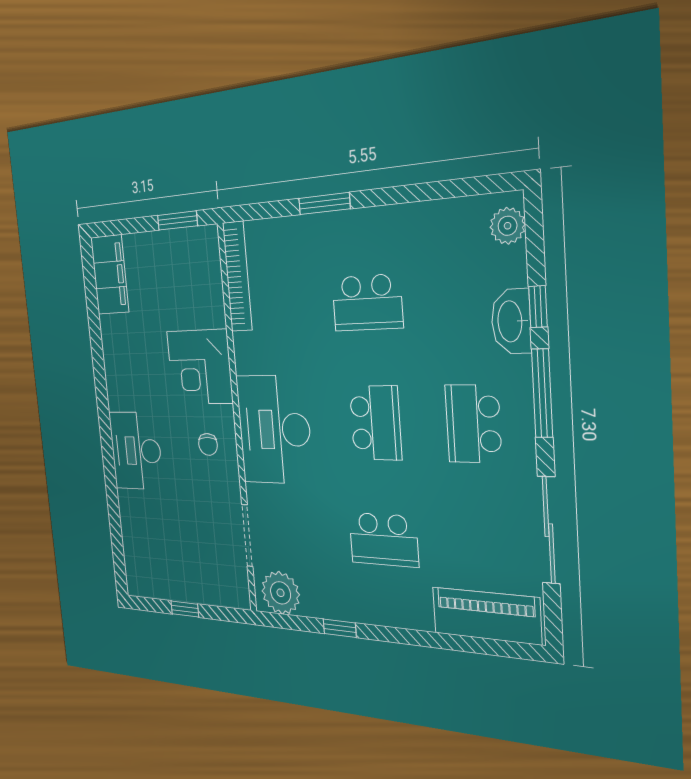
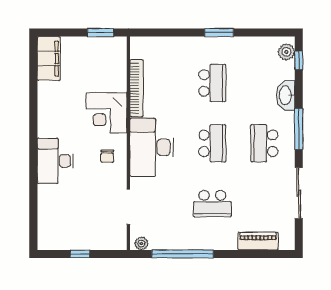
window: (324, 204) -> (219, 33), moved
bookcase: (237, 277) -> (136, 88), moved
school desk: (367, 303) -> (212, 83), turned -90
window: (538, 307) -> (299, 60), moved
plant: (281, 593) -> (141, 244), width x0.53, depth x0.53
piano: (486, 616) -> (258, 241), width x0.73, depth x0.75
window: (340, 628) -> (183, 254), width x3.17

